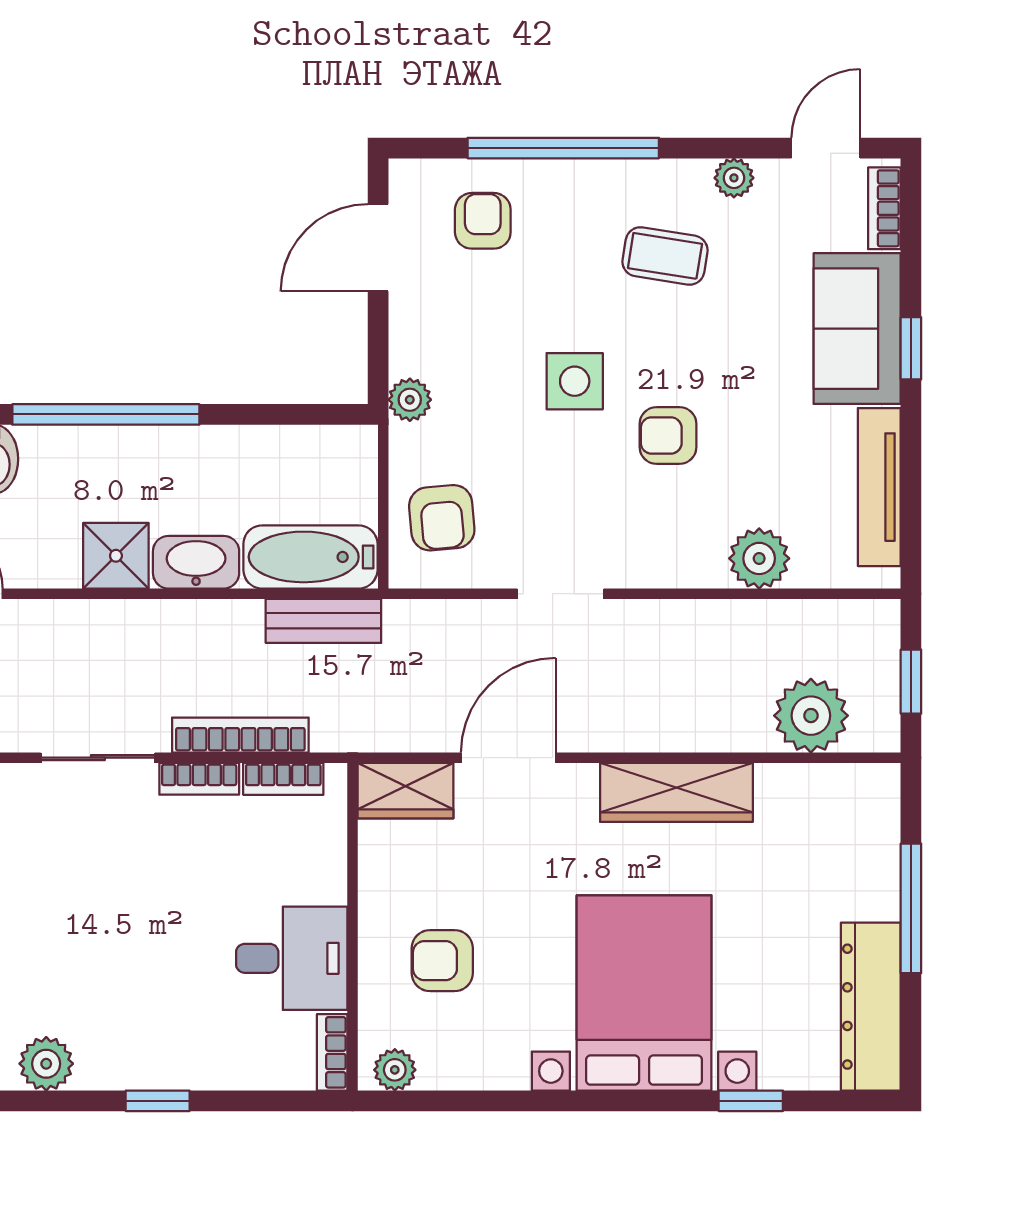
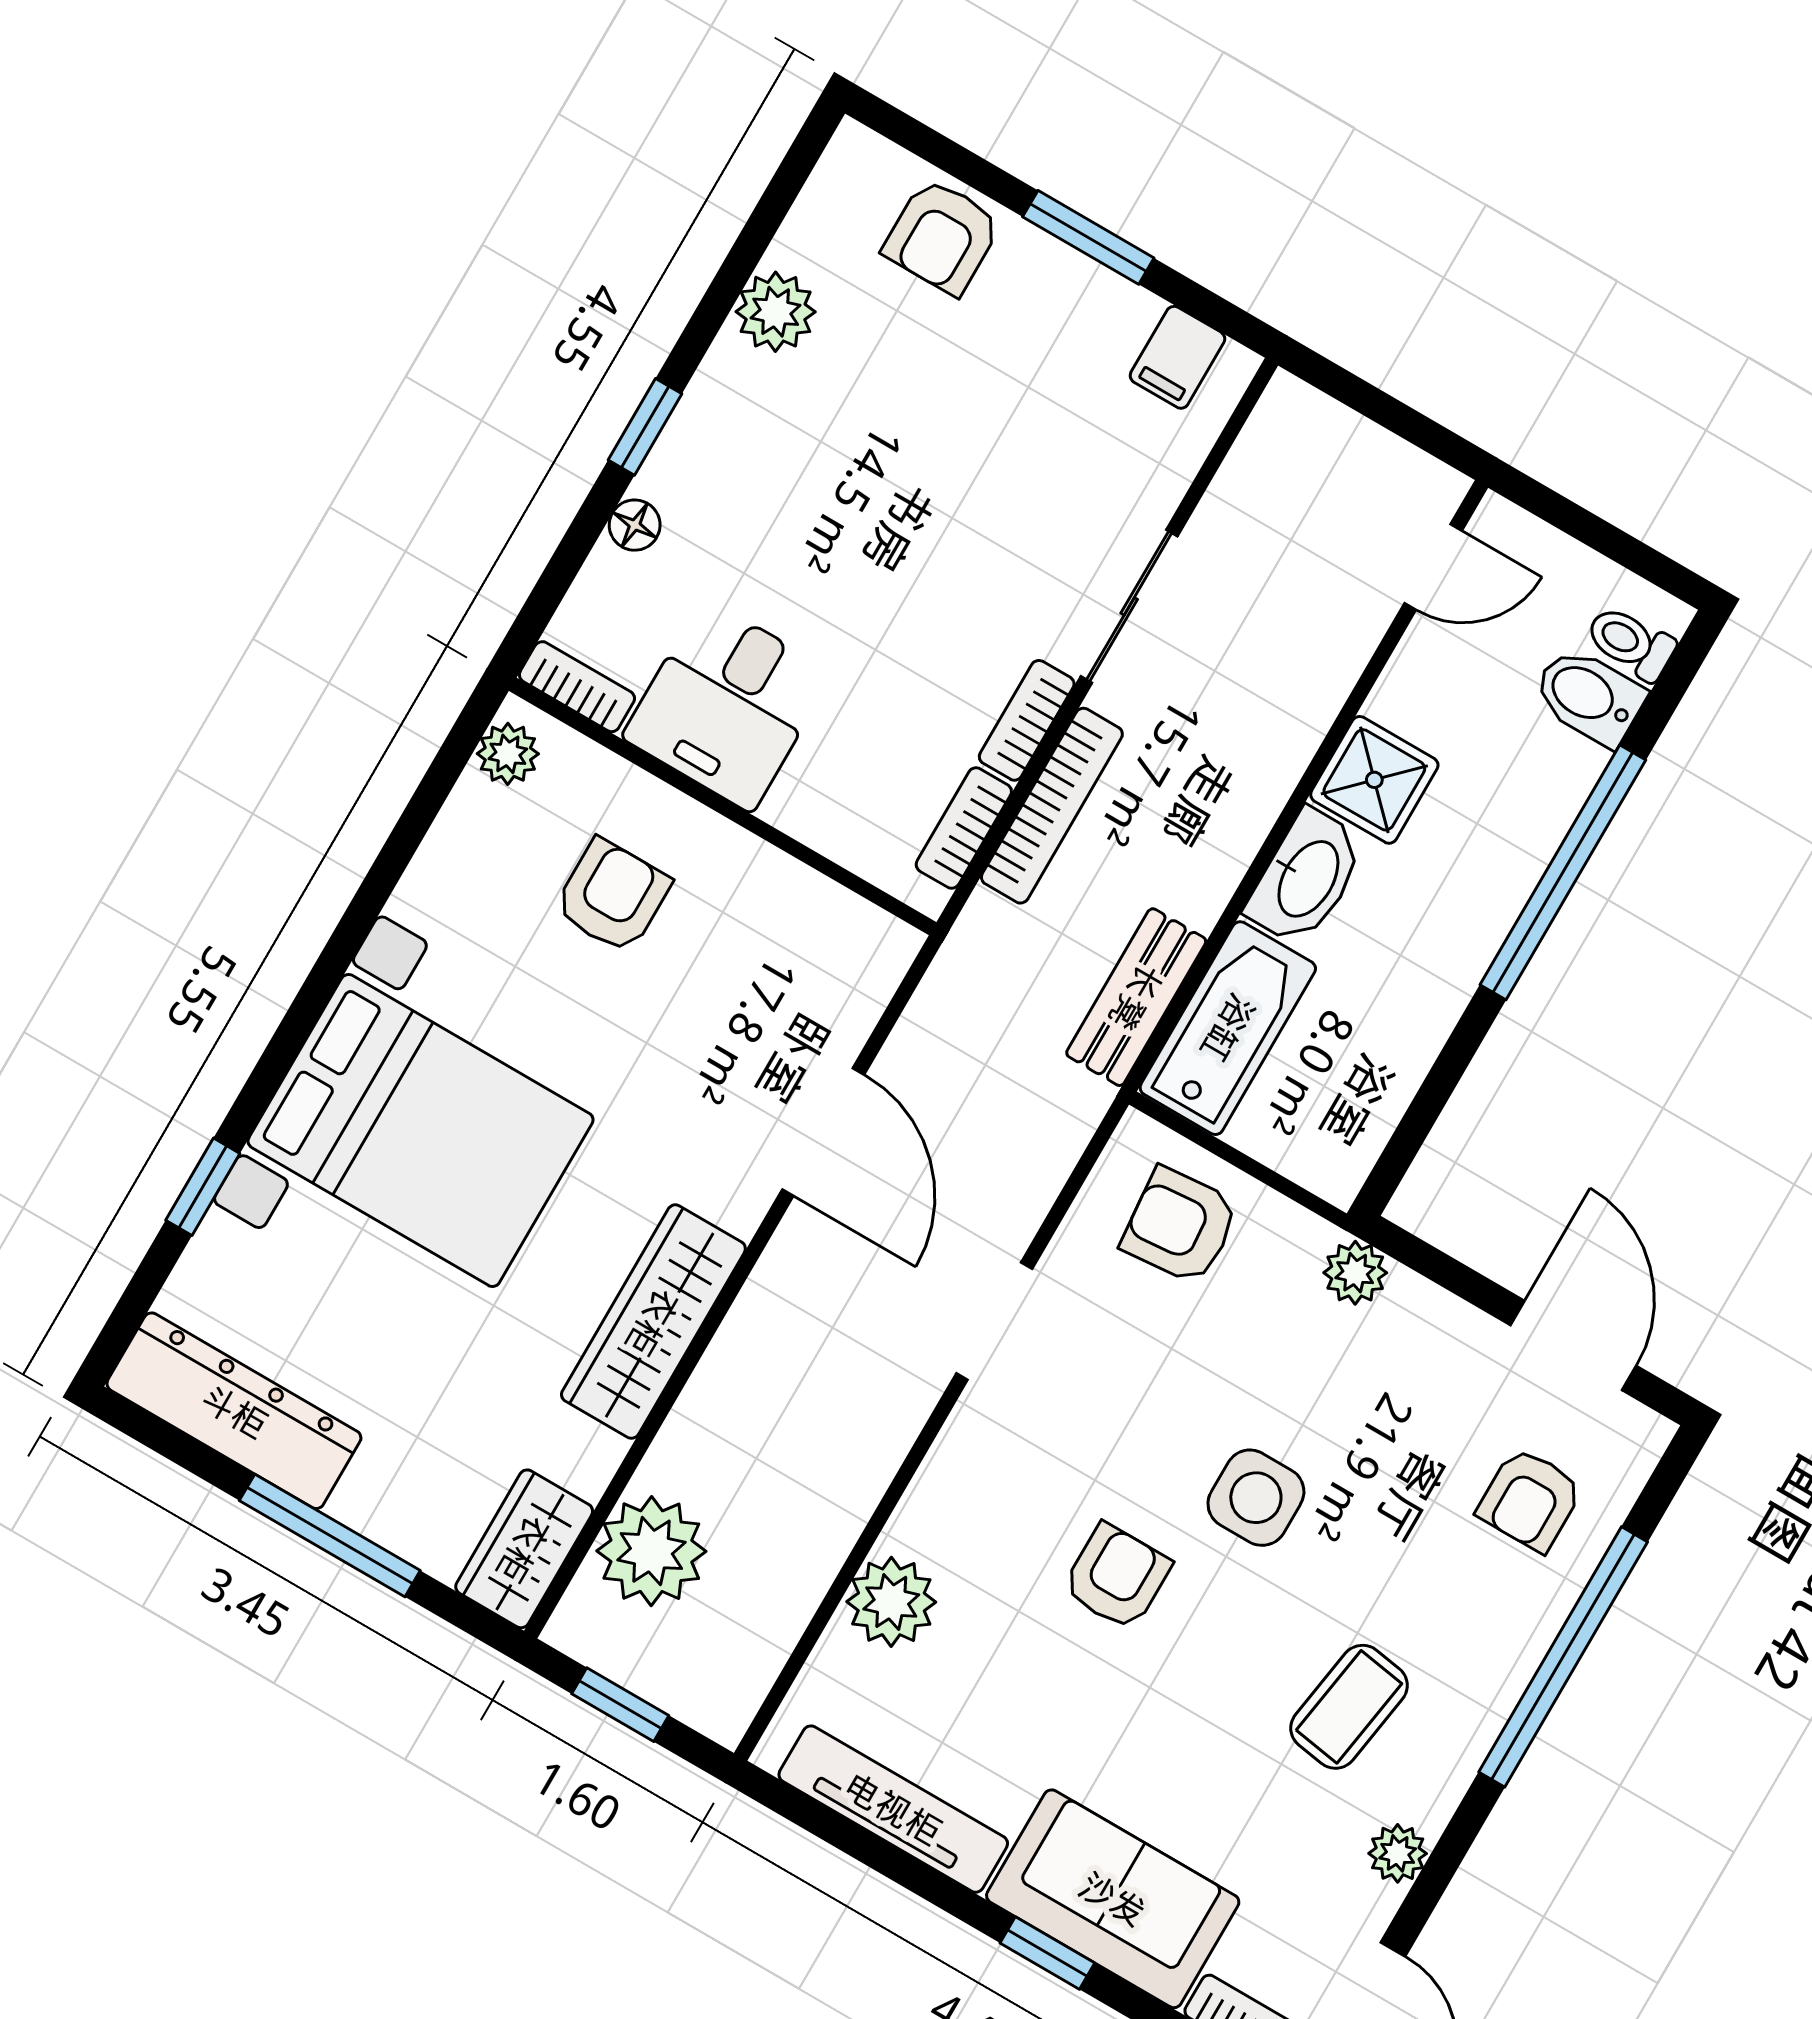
armchair: (483, 221) -> (1530, 1500), turned 90
wardrobe: (406, 791) -> (524, 1549), moved
floor lamp: (218, 1074) -> (635, 525), added

